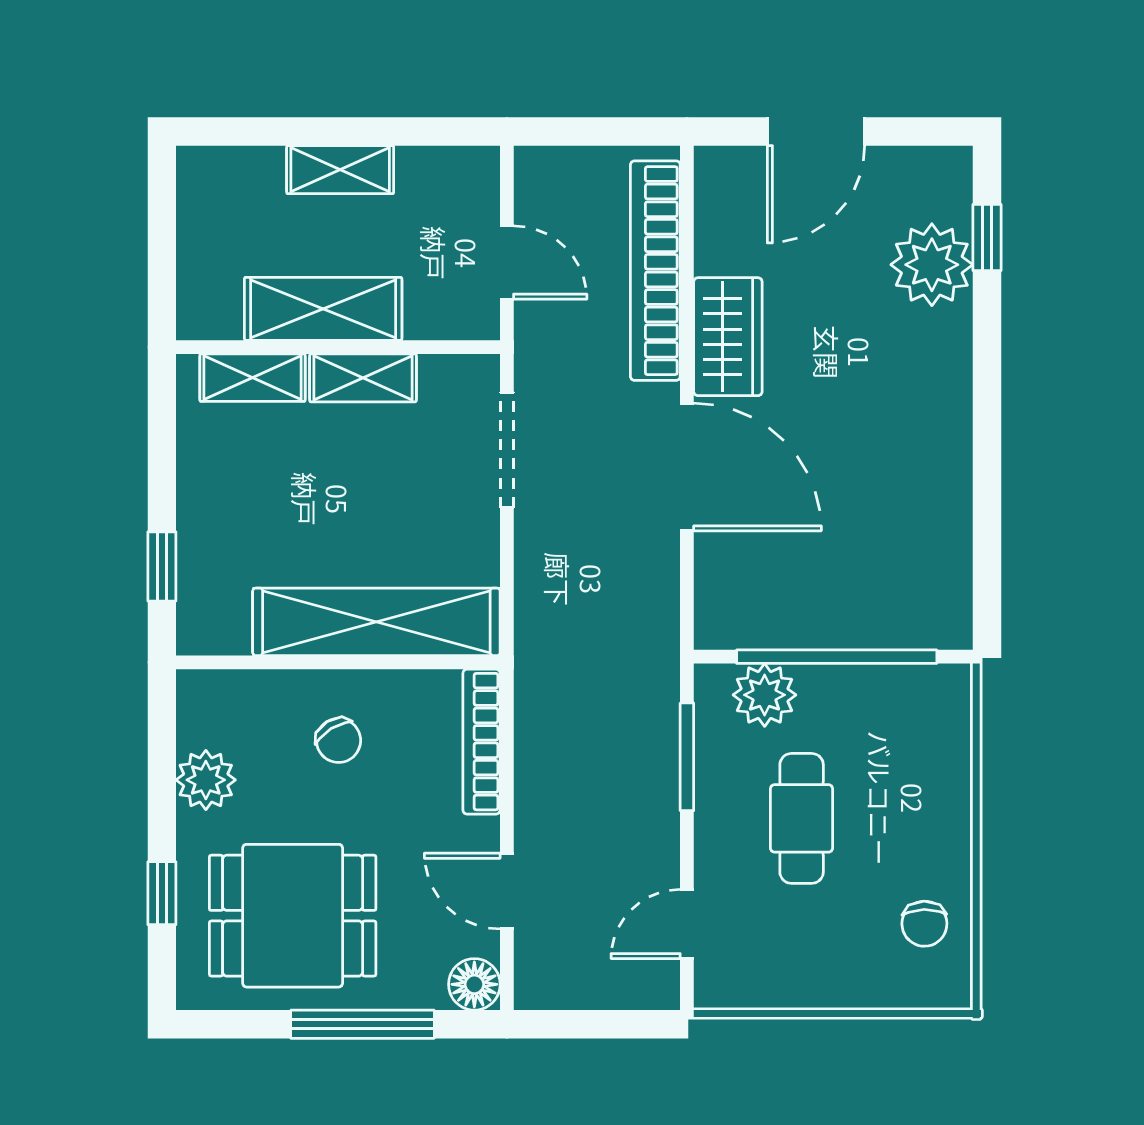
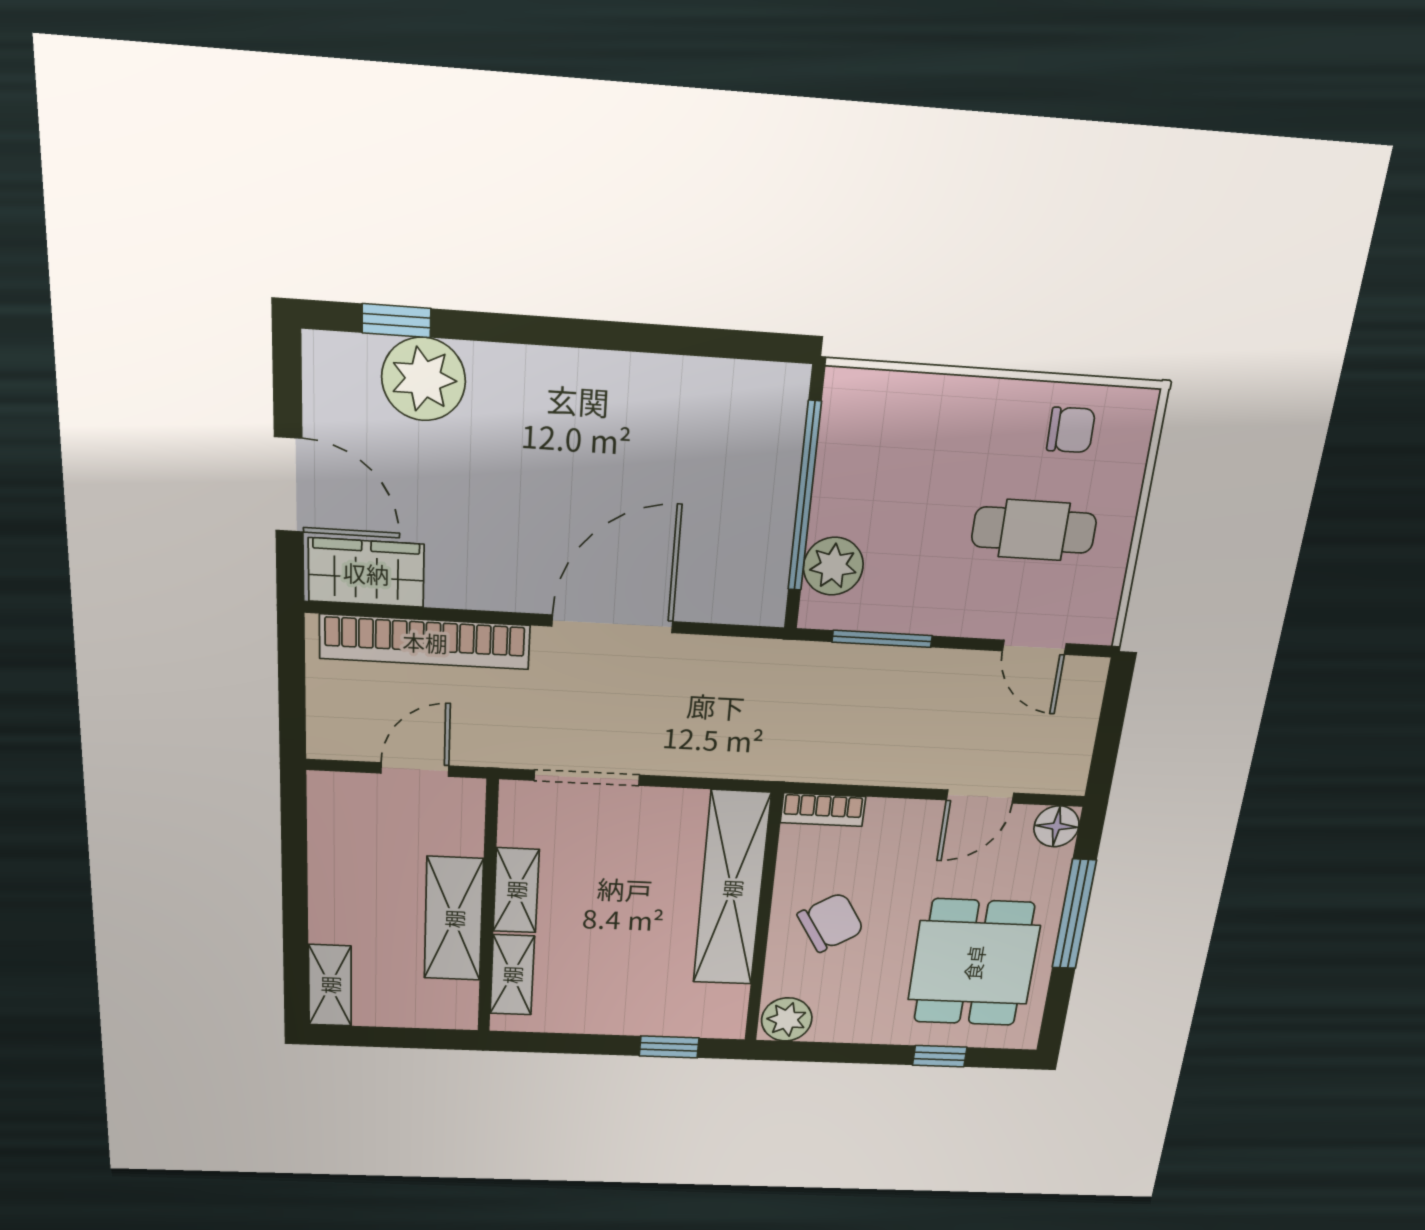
shelving: (340, 170) -> (330, 985), moved
wardrobe: (728, 337) -> (366, 573), moved
chair: (339, 740) -> (831, 922), width x1.37, depth x1.37
bookcase: (482, 742) -> (823, 810), width x0.64
plant: (206, 780) -> (787, 1019), moved
cafe table: (802, 818) -> (1034, 530), moved

